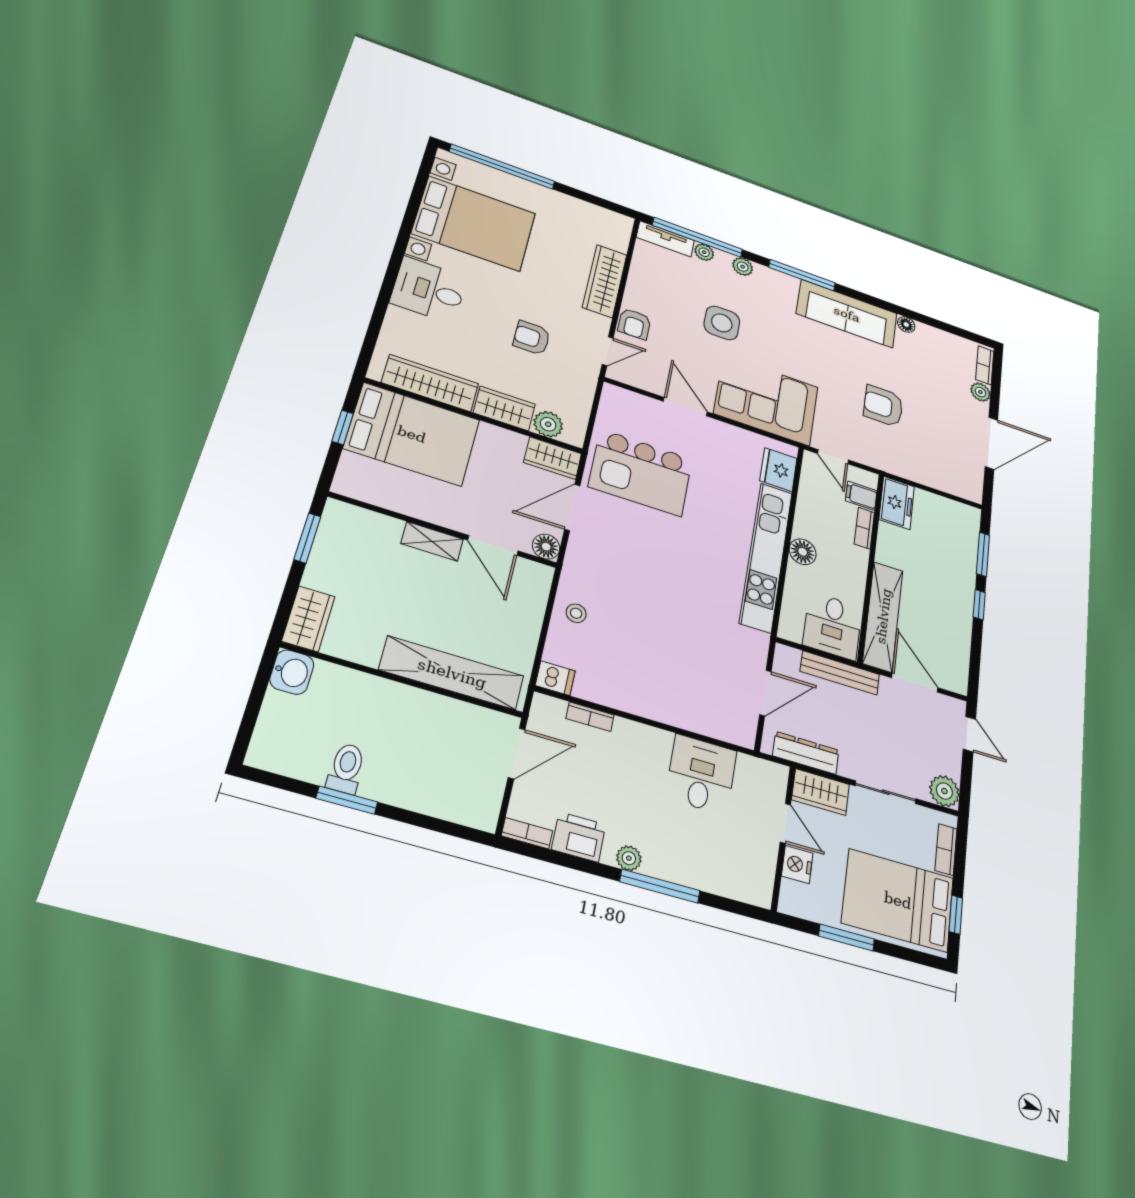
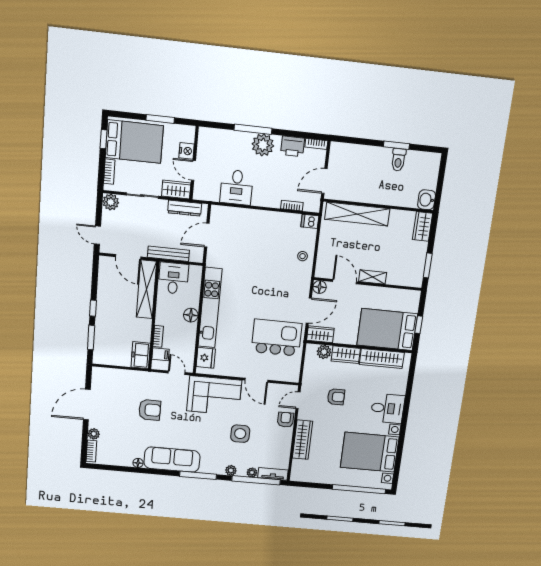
plant: (629, 858) -> (263, 145), width x1.88, depth x1.88

